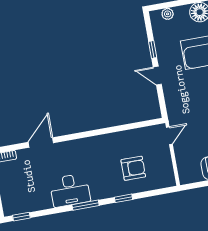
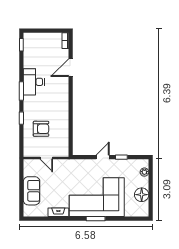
door: (169, 136) -> (46, 158), moved
door: (41, 143) -> (71, 68), swing flipped
armchair: (133, 168) -> (41, 129), turned -90

